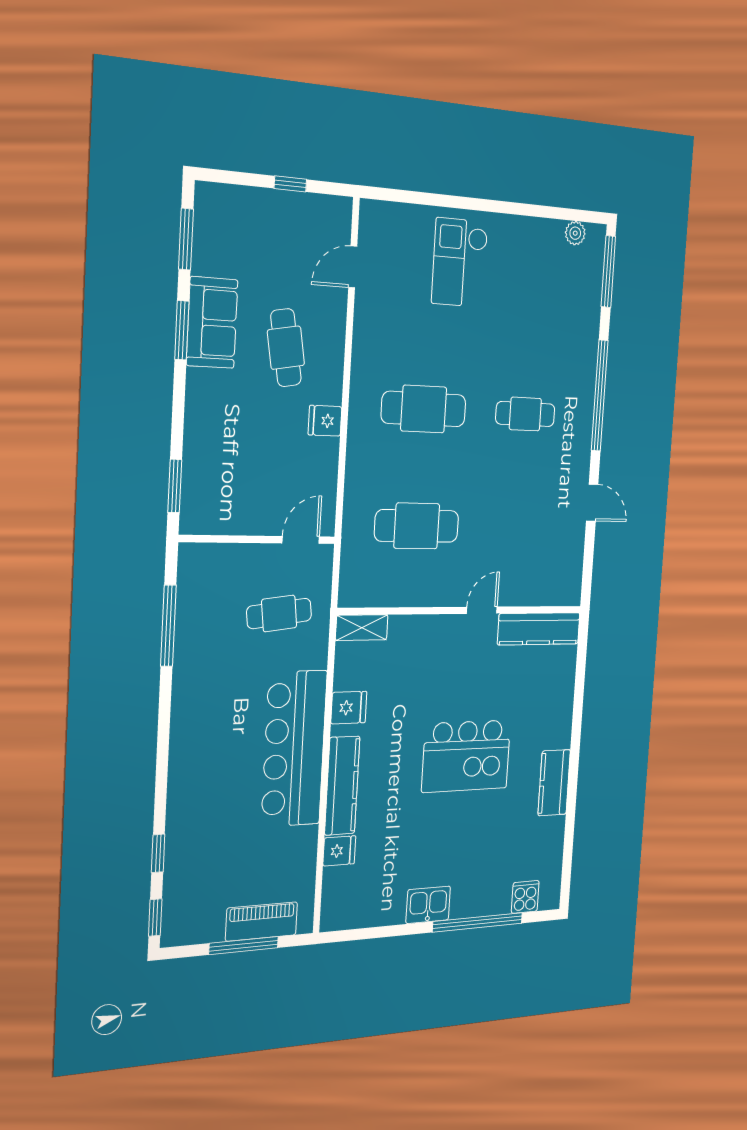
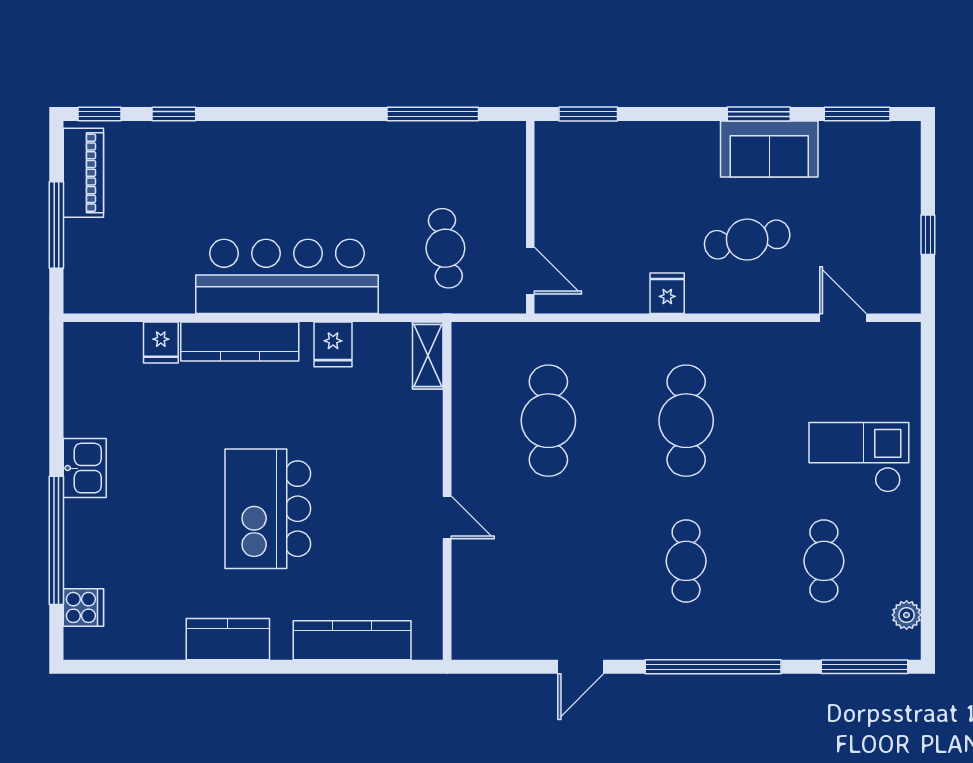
cafe table: (533, 299) -> (824, 561), added
kitchen counter: (539, 629) -> (352, 640), moved, turned 90
piano: (262, 922) -> (83, 173), moved

